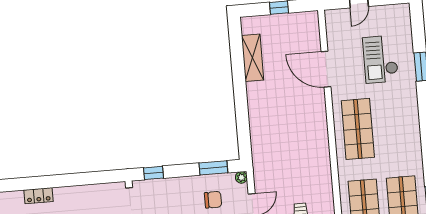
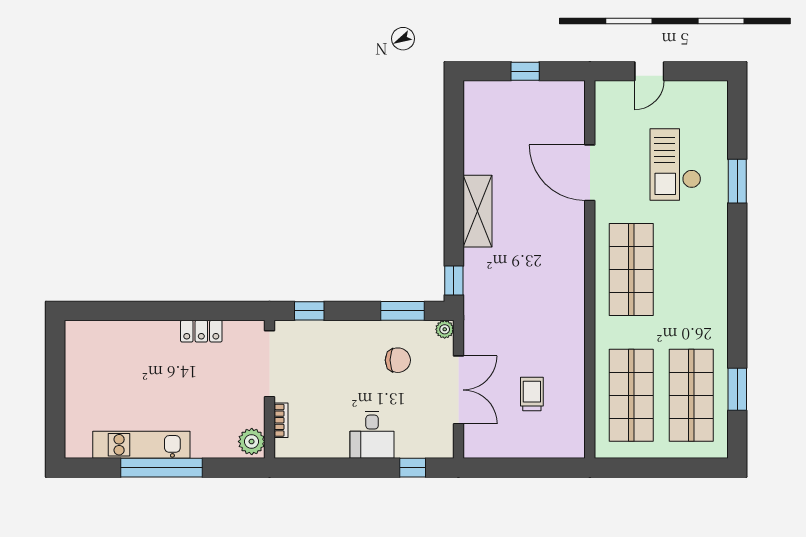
shelving: (252, 58) -> (477, 211), moved
window: (245, 146) -> (454, 280), added
locker: (39, 196) -> (201, 331), moved

